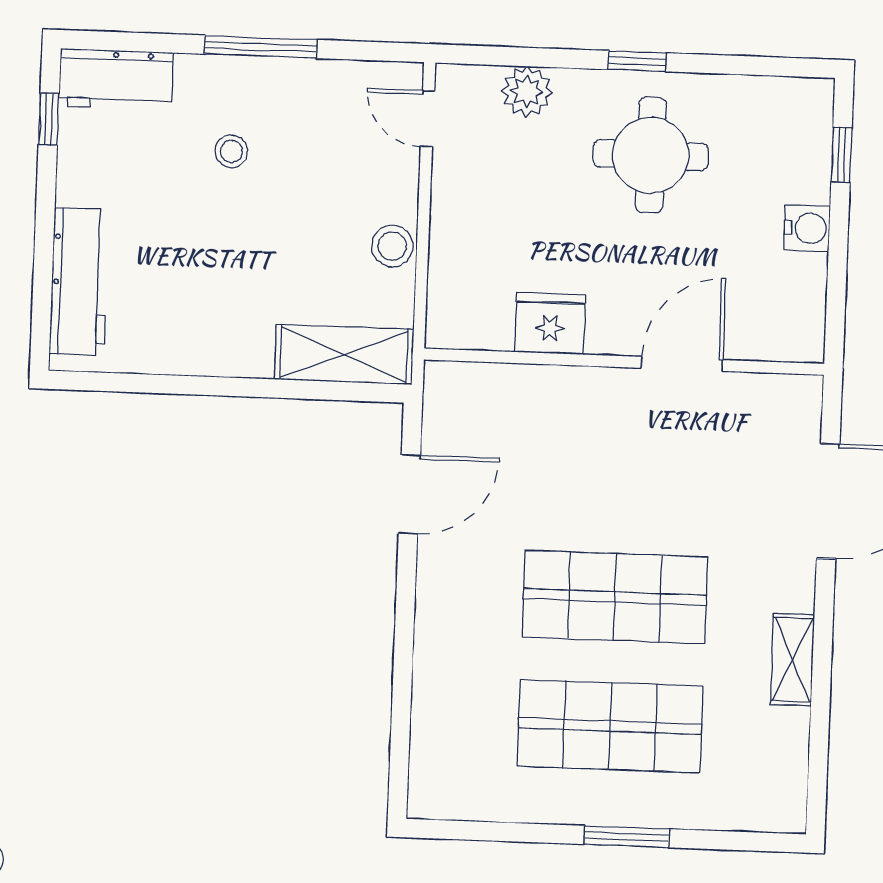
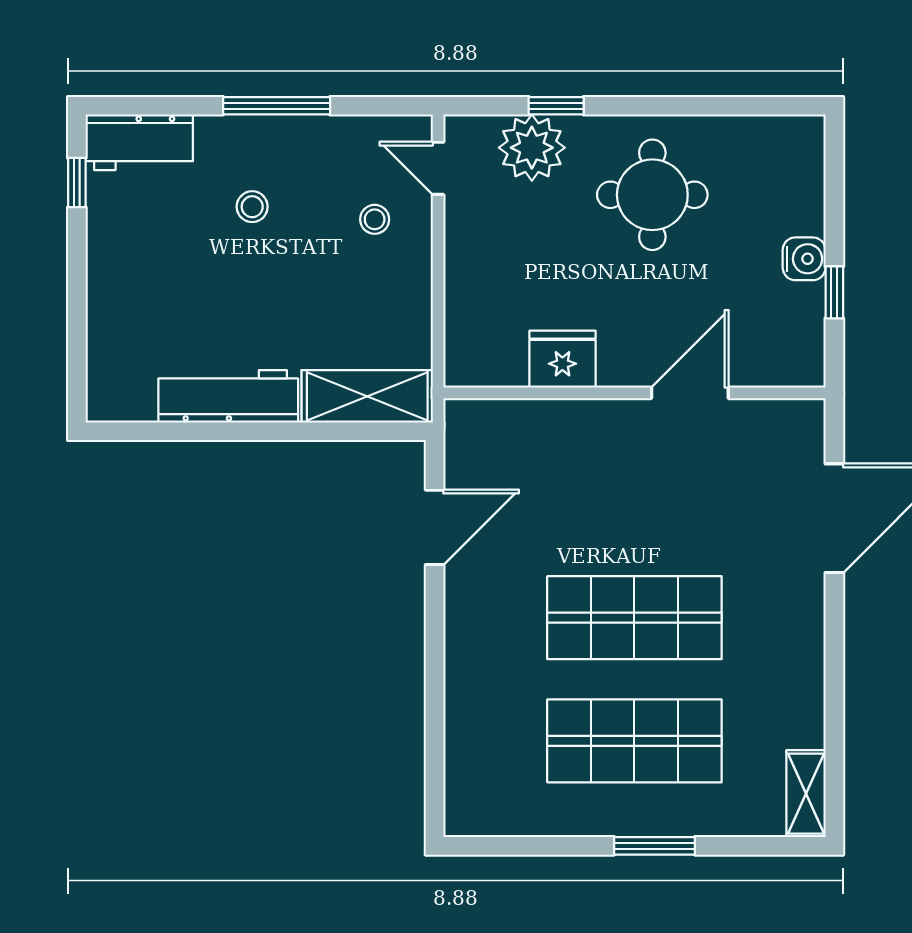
window: (637, 61) -> (556, 106), moved
plant: (527, 92) -> (532, 148), width x1.36, depth x1.36
window: (841, 155) -> (834, 292), moved
stool: (392, 246) -> (375, 219), moved, width x0.73, depth x0.73
workbench: (79, 282) -> (228, 396), moved, turned -90
shelving: (792, 660) -> (806, 794), moved

